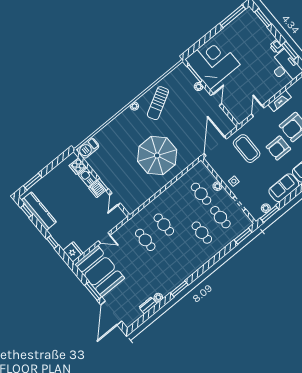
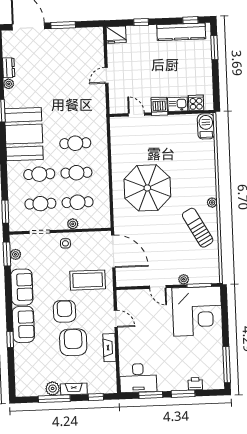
window: (263, 18) -> (183, 394), moved
printer: (277, 47) -> (195, 384), moved
cafe table: (145, 240) -> (76, 173), moved
booth: (100, 271) -> (24, 134), moved, turned 90

